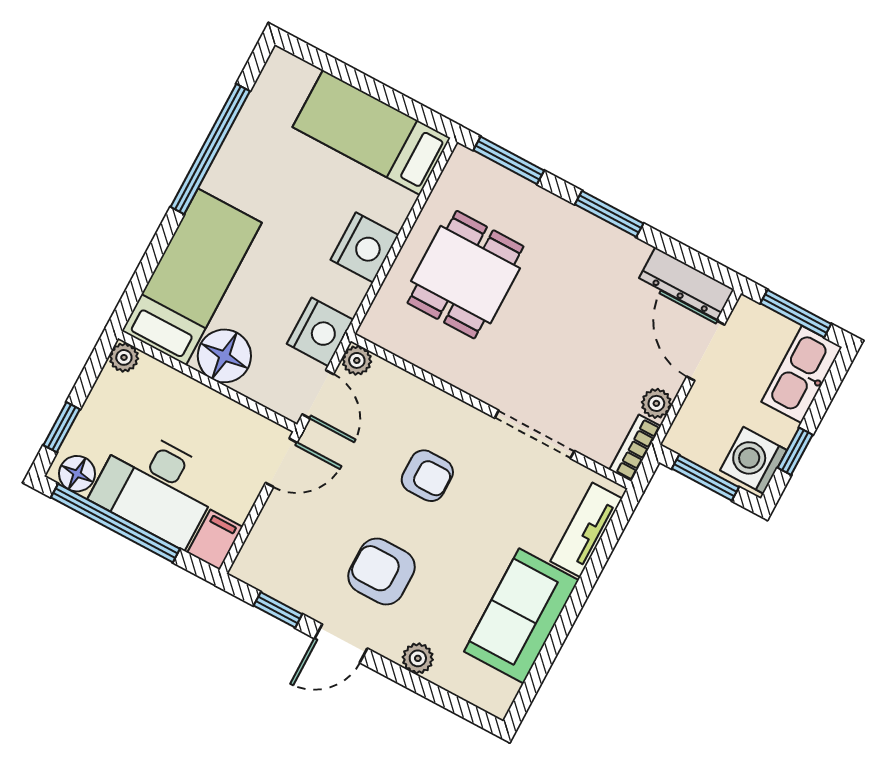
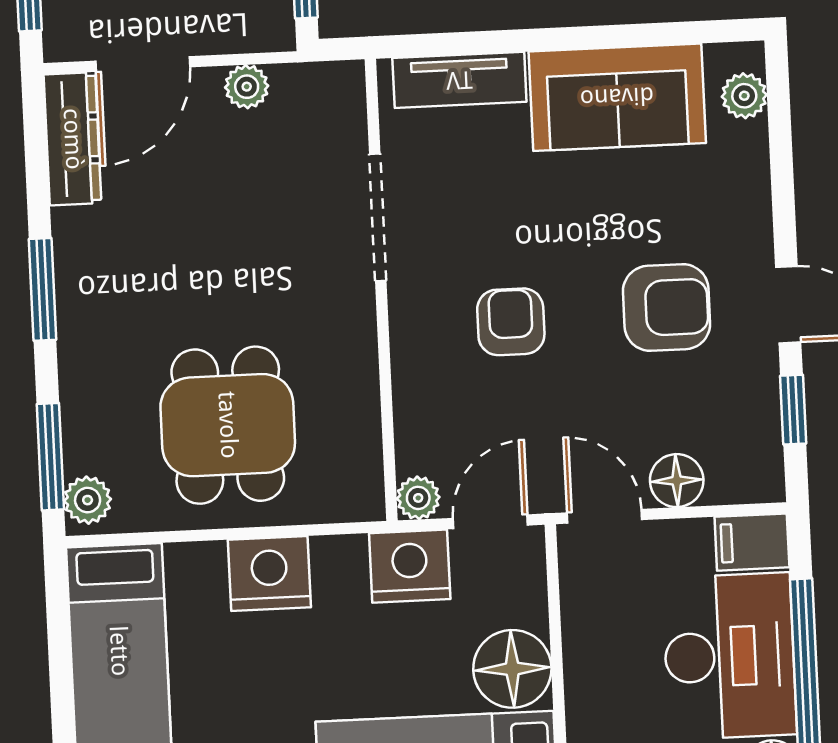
plant: (471, 167) -> (88, 500), added
dining table: (465, 275) -> (228, 425), turned 90
bookcase: (635, 448) -> (319, 80), removed
floor lamp: (277, 517) -> (677, 481), added
armchair: (382, 572) -> (667, 308), turned -90
plant: (418, 658) -> (744, 96), moved

